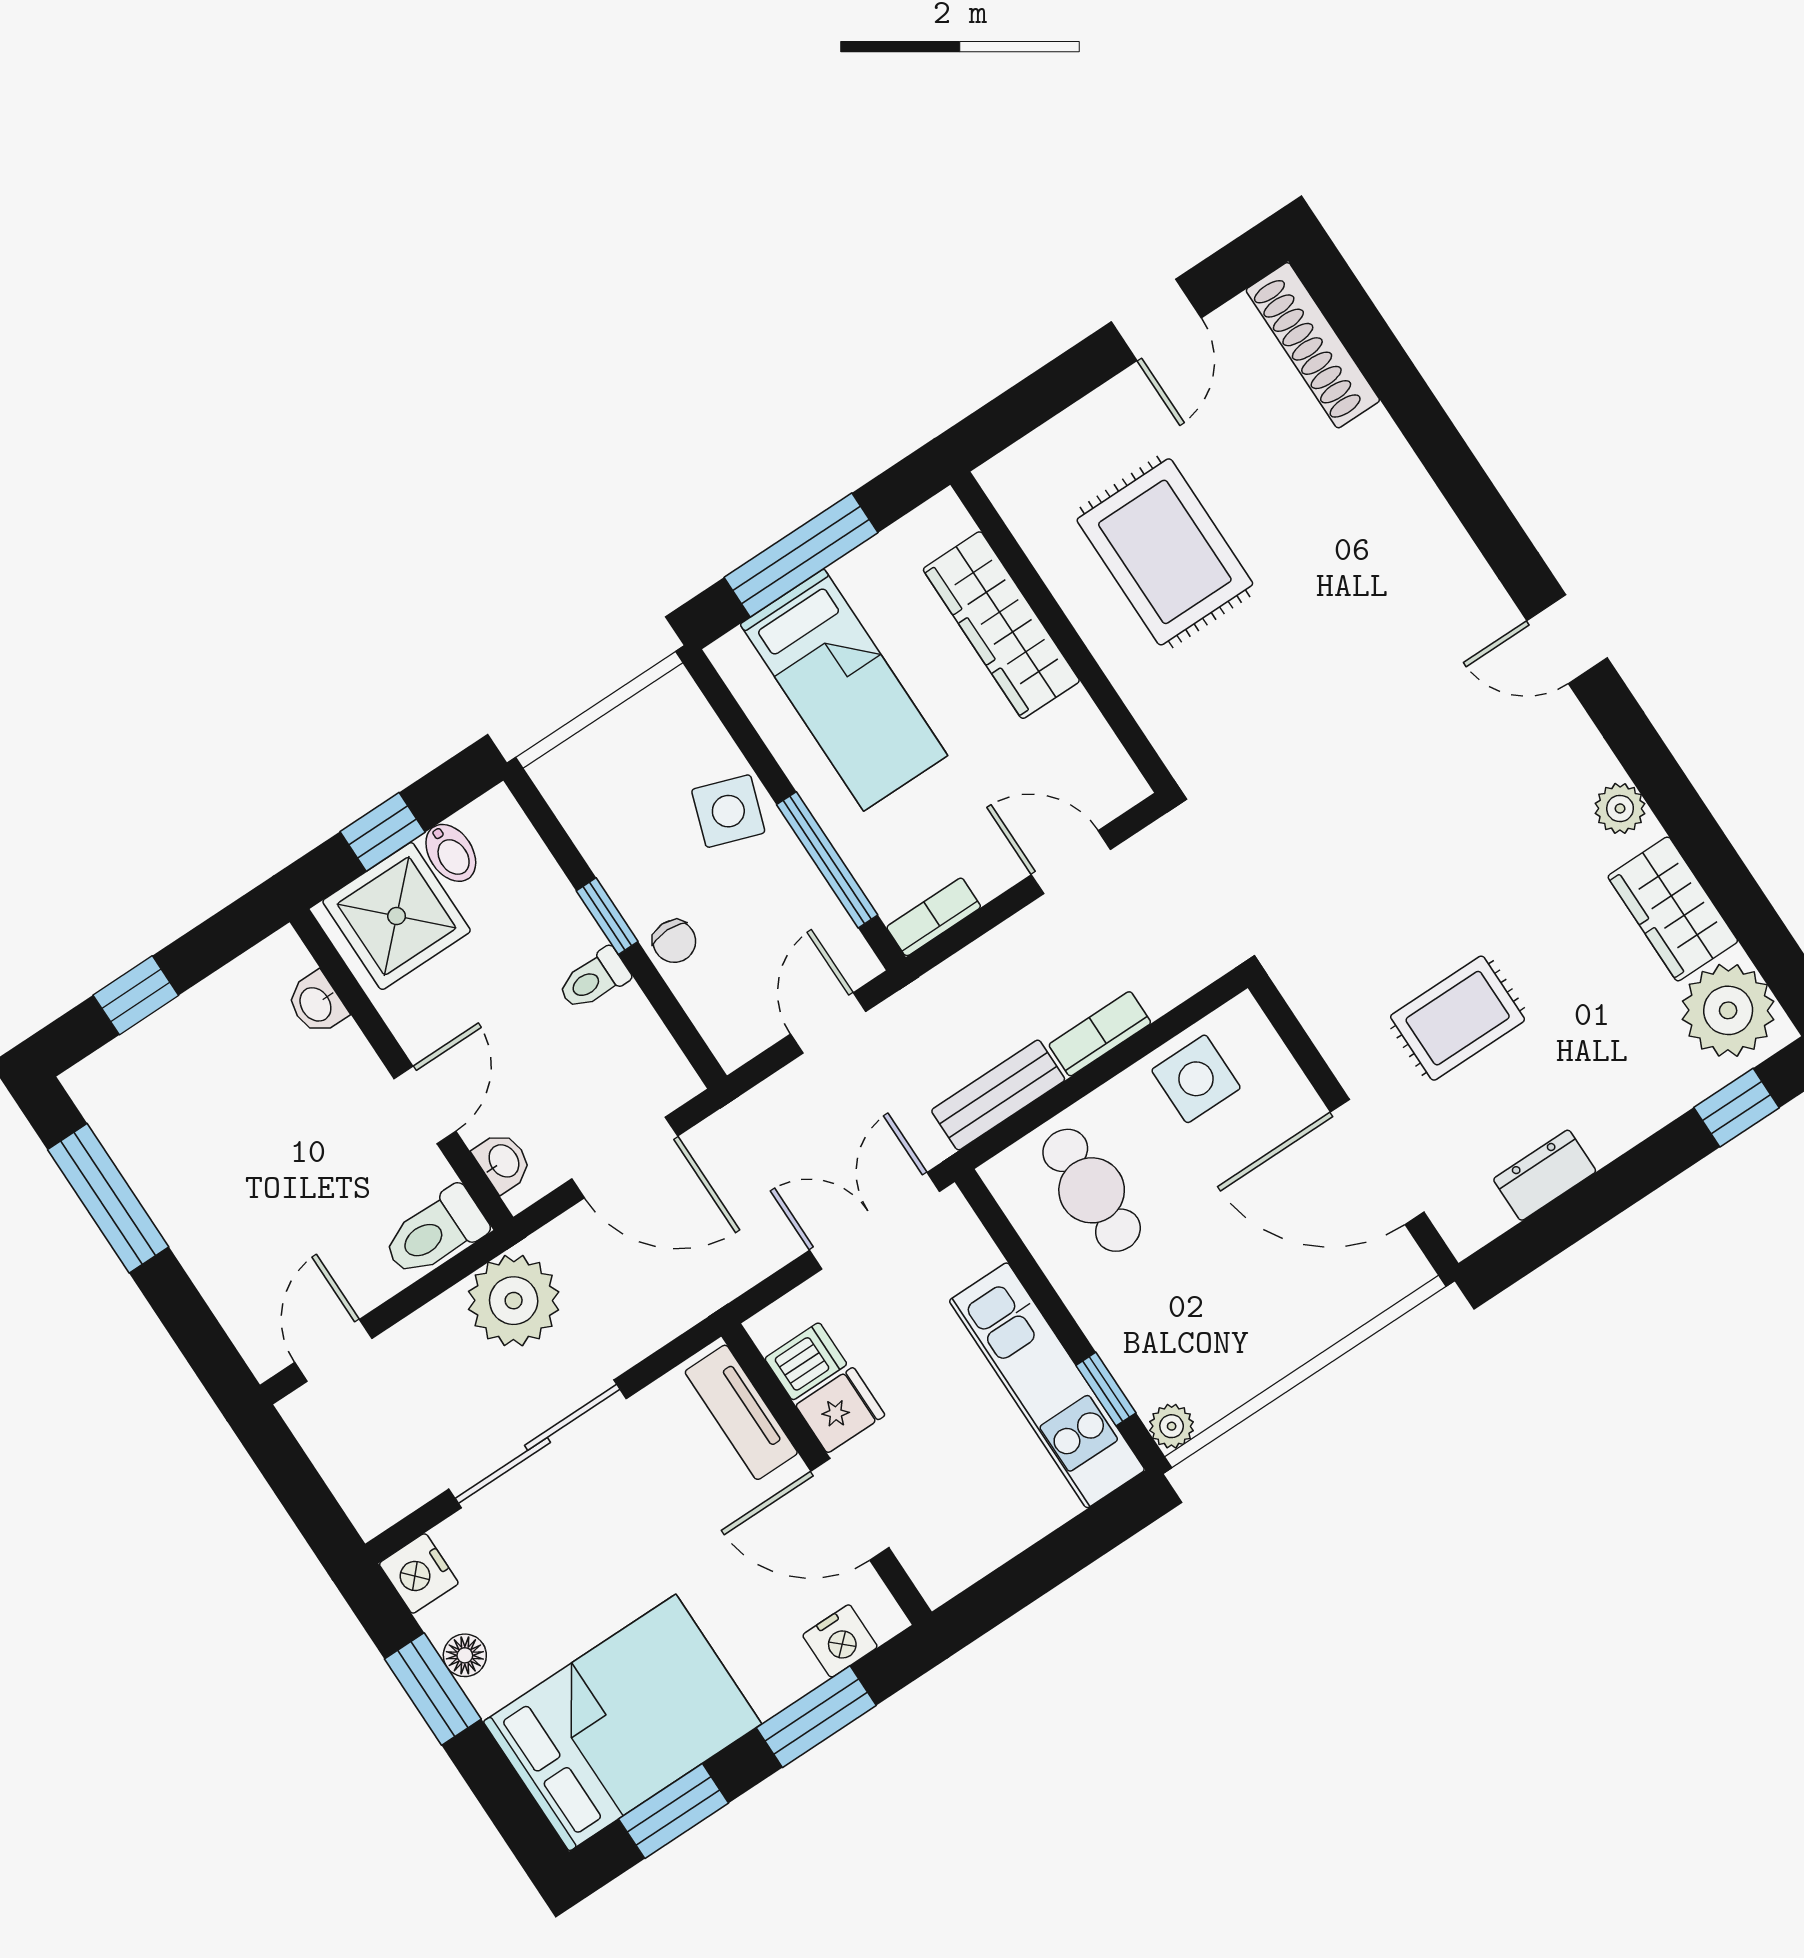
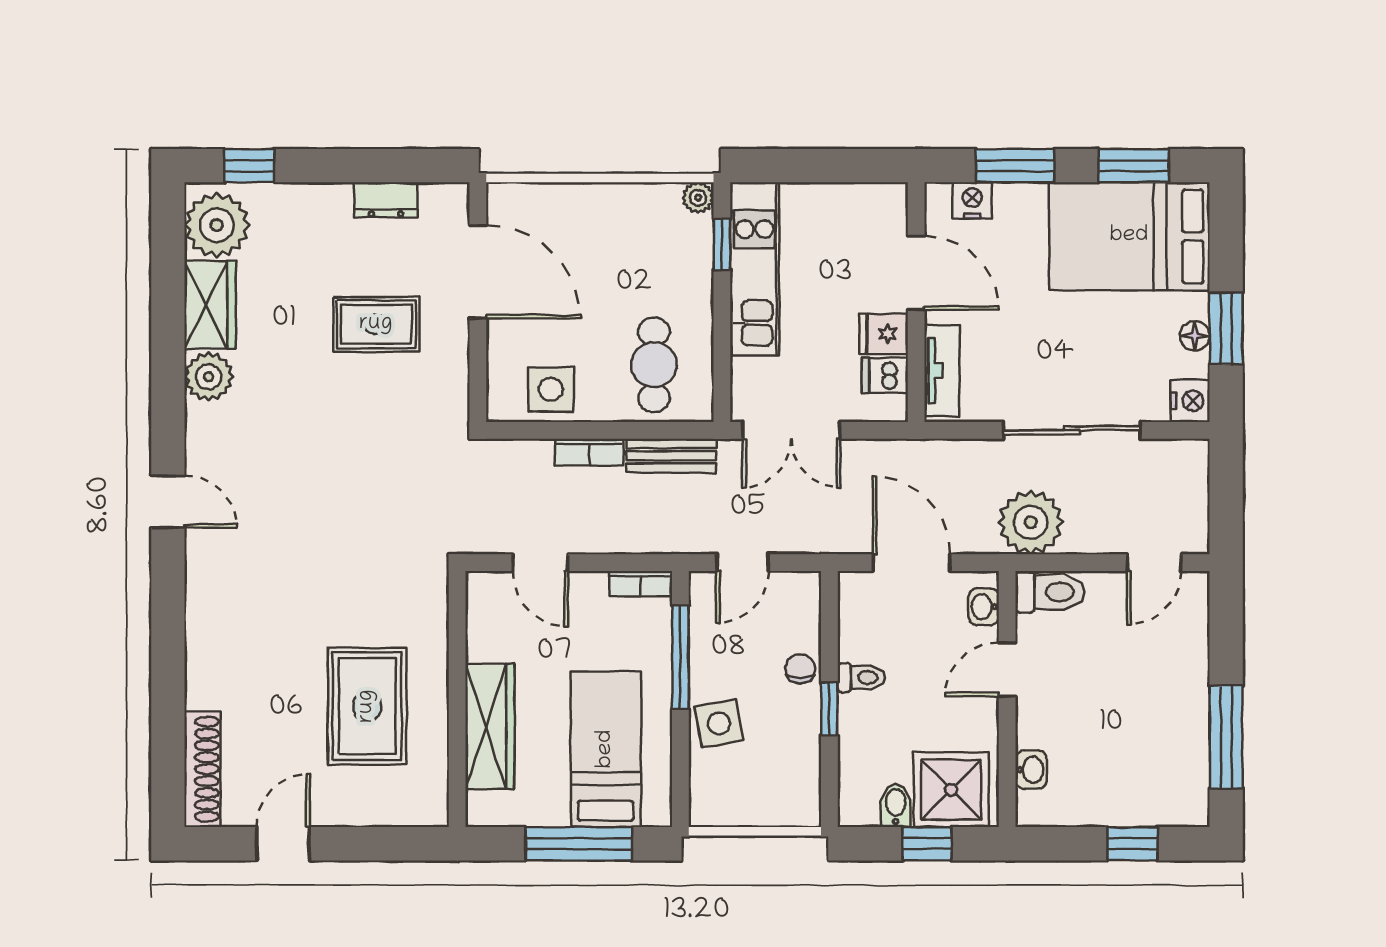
plant: (1620, 808) -> (209, 377), width x1.38, depth x1.38
side table: (728, 811) -> (719, 723), turned -30

